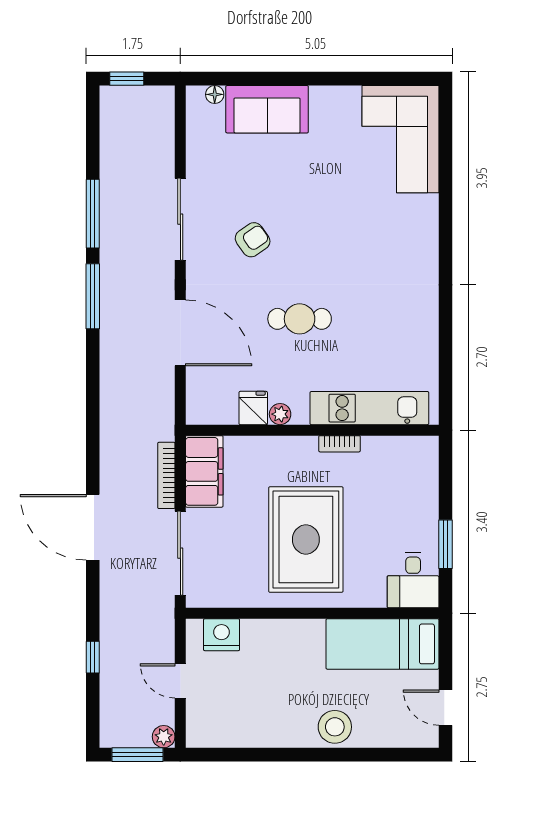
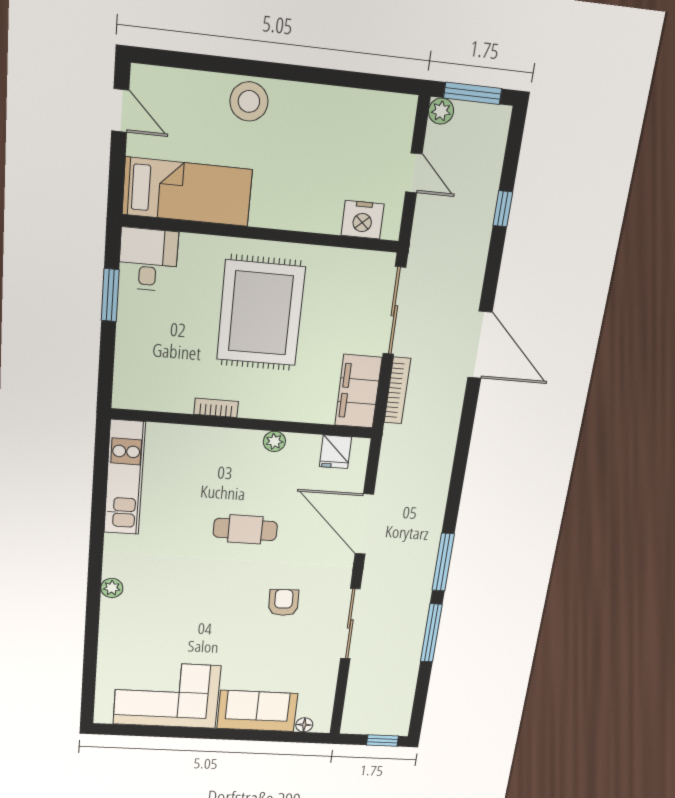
corner sofa: (400, 139) -> (167, 695), moved, turned -90
armchair: (253, 240) -> (284, 602), turned 123
plant: (428, 245) -> (112, 588), added
fridge: (253, 408) -> (335, 452), moved
kitchen unit: (369, 408) -> (125, 478), moved, turned -90

